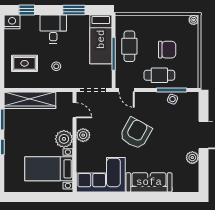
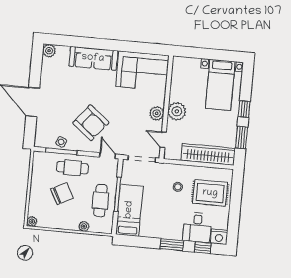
window: (74, 10) -> (172, 245), moved
plant: (143, 20) -> (84, 226), added
desk: (53, 29) -> (197, 227), moved
chair: (167, 50) -> (62, 193), turned 152
rug: (25, 63) -> (210, 193), width x1.36, depth x1.43
armchair: (136, 133) -> (91, 123), moved, turned -80
plant: (192, 158) -> (49, 51), moved
bed with nightstands: (49, 169) -> (220, 85), moved, turned 90

